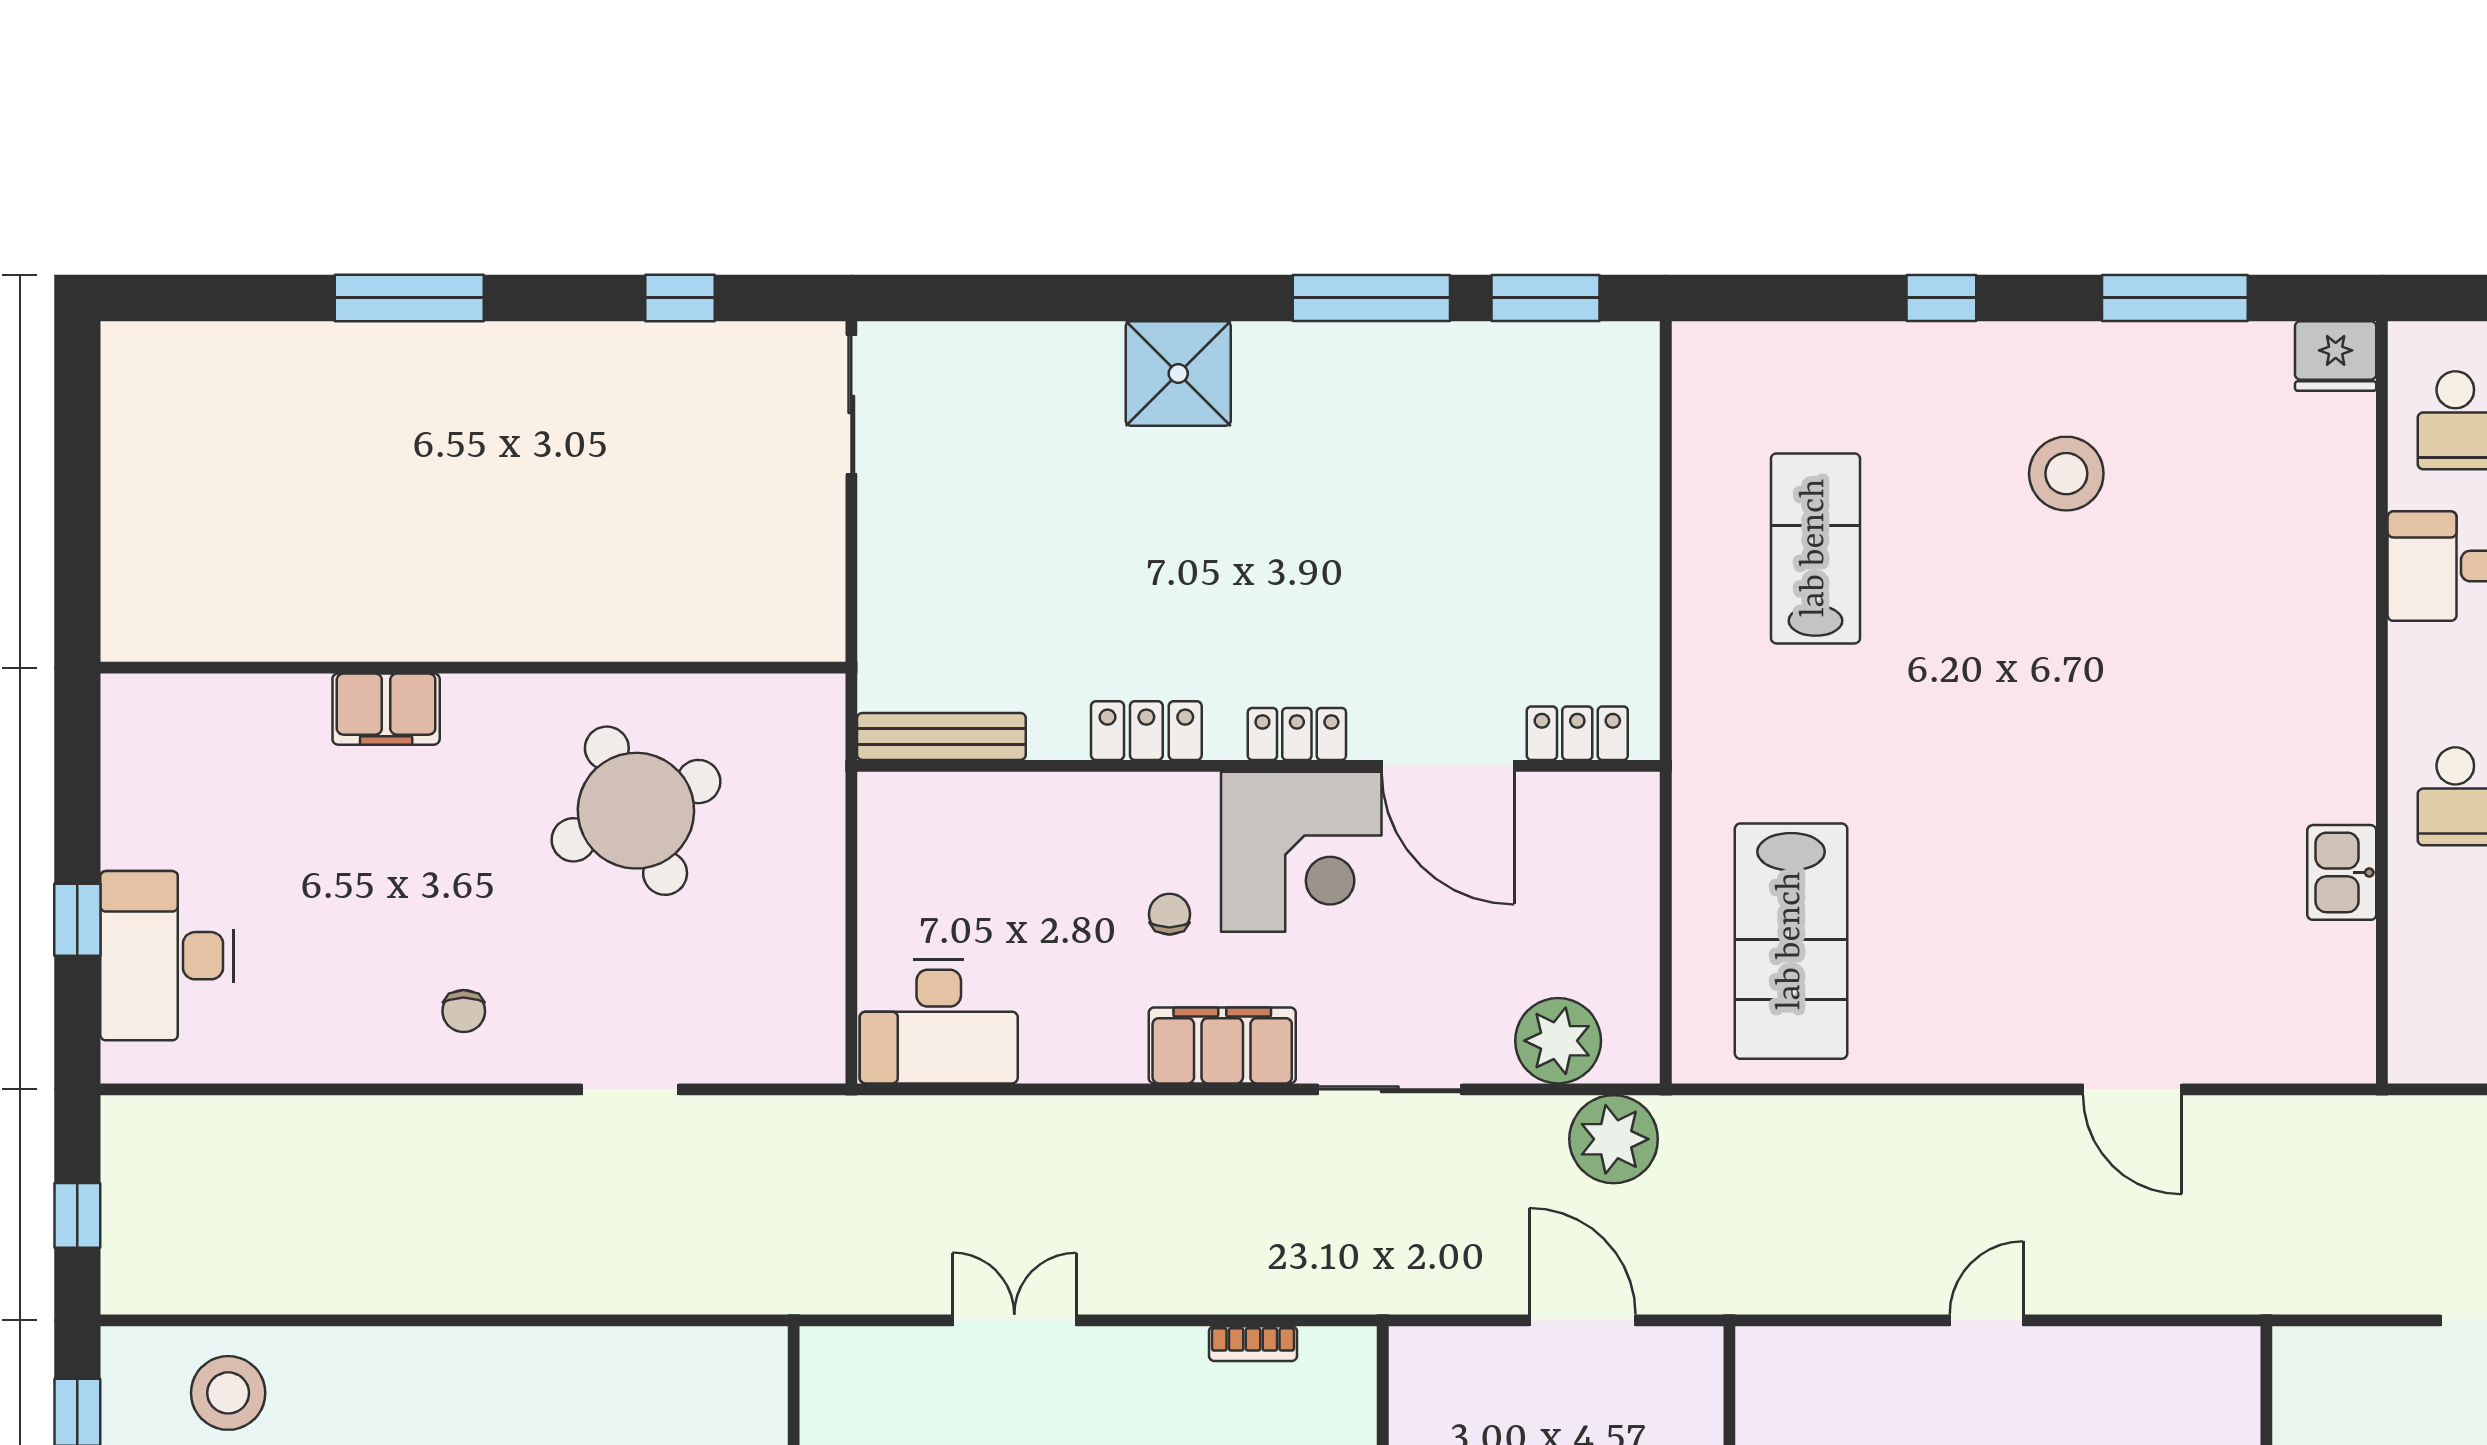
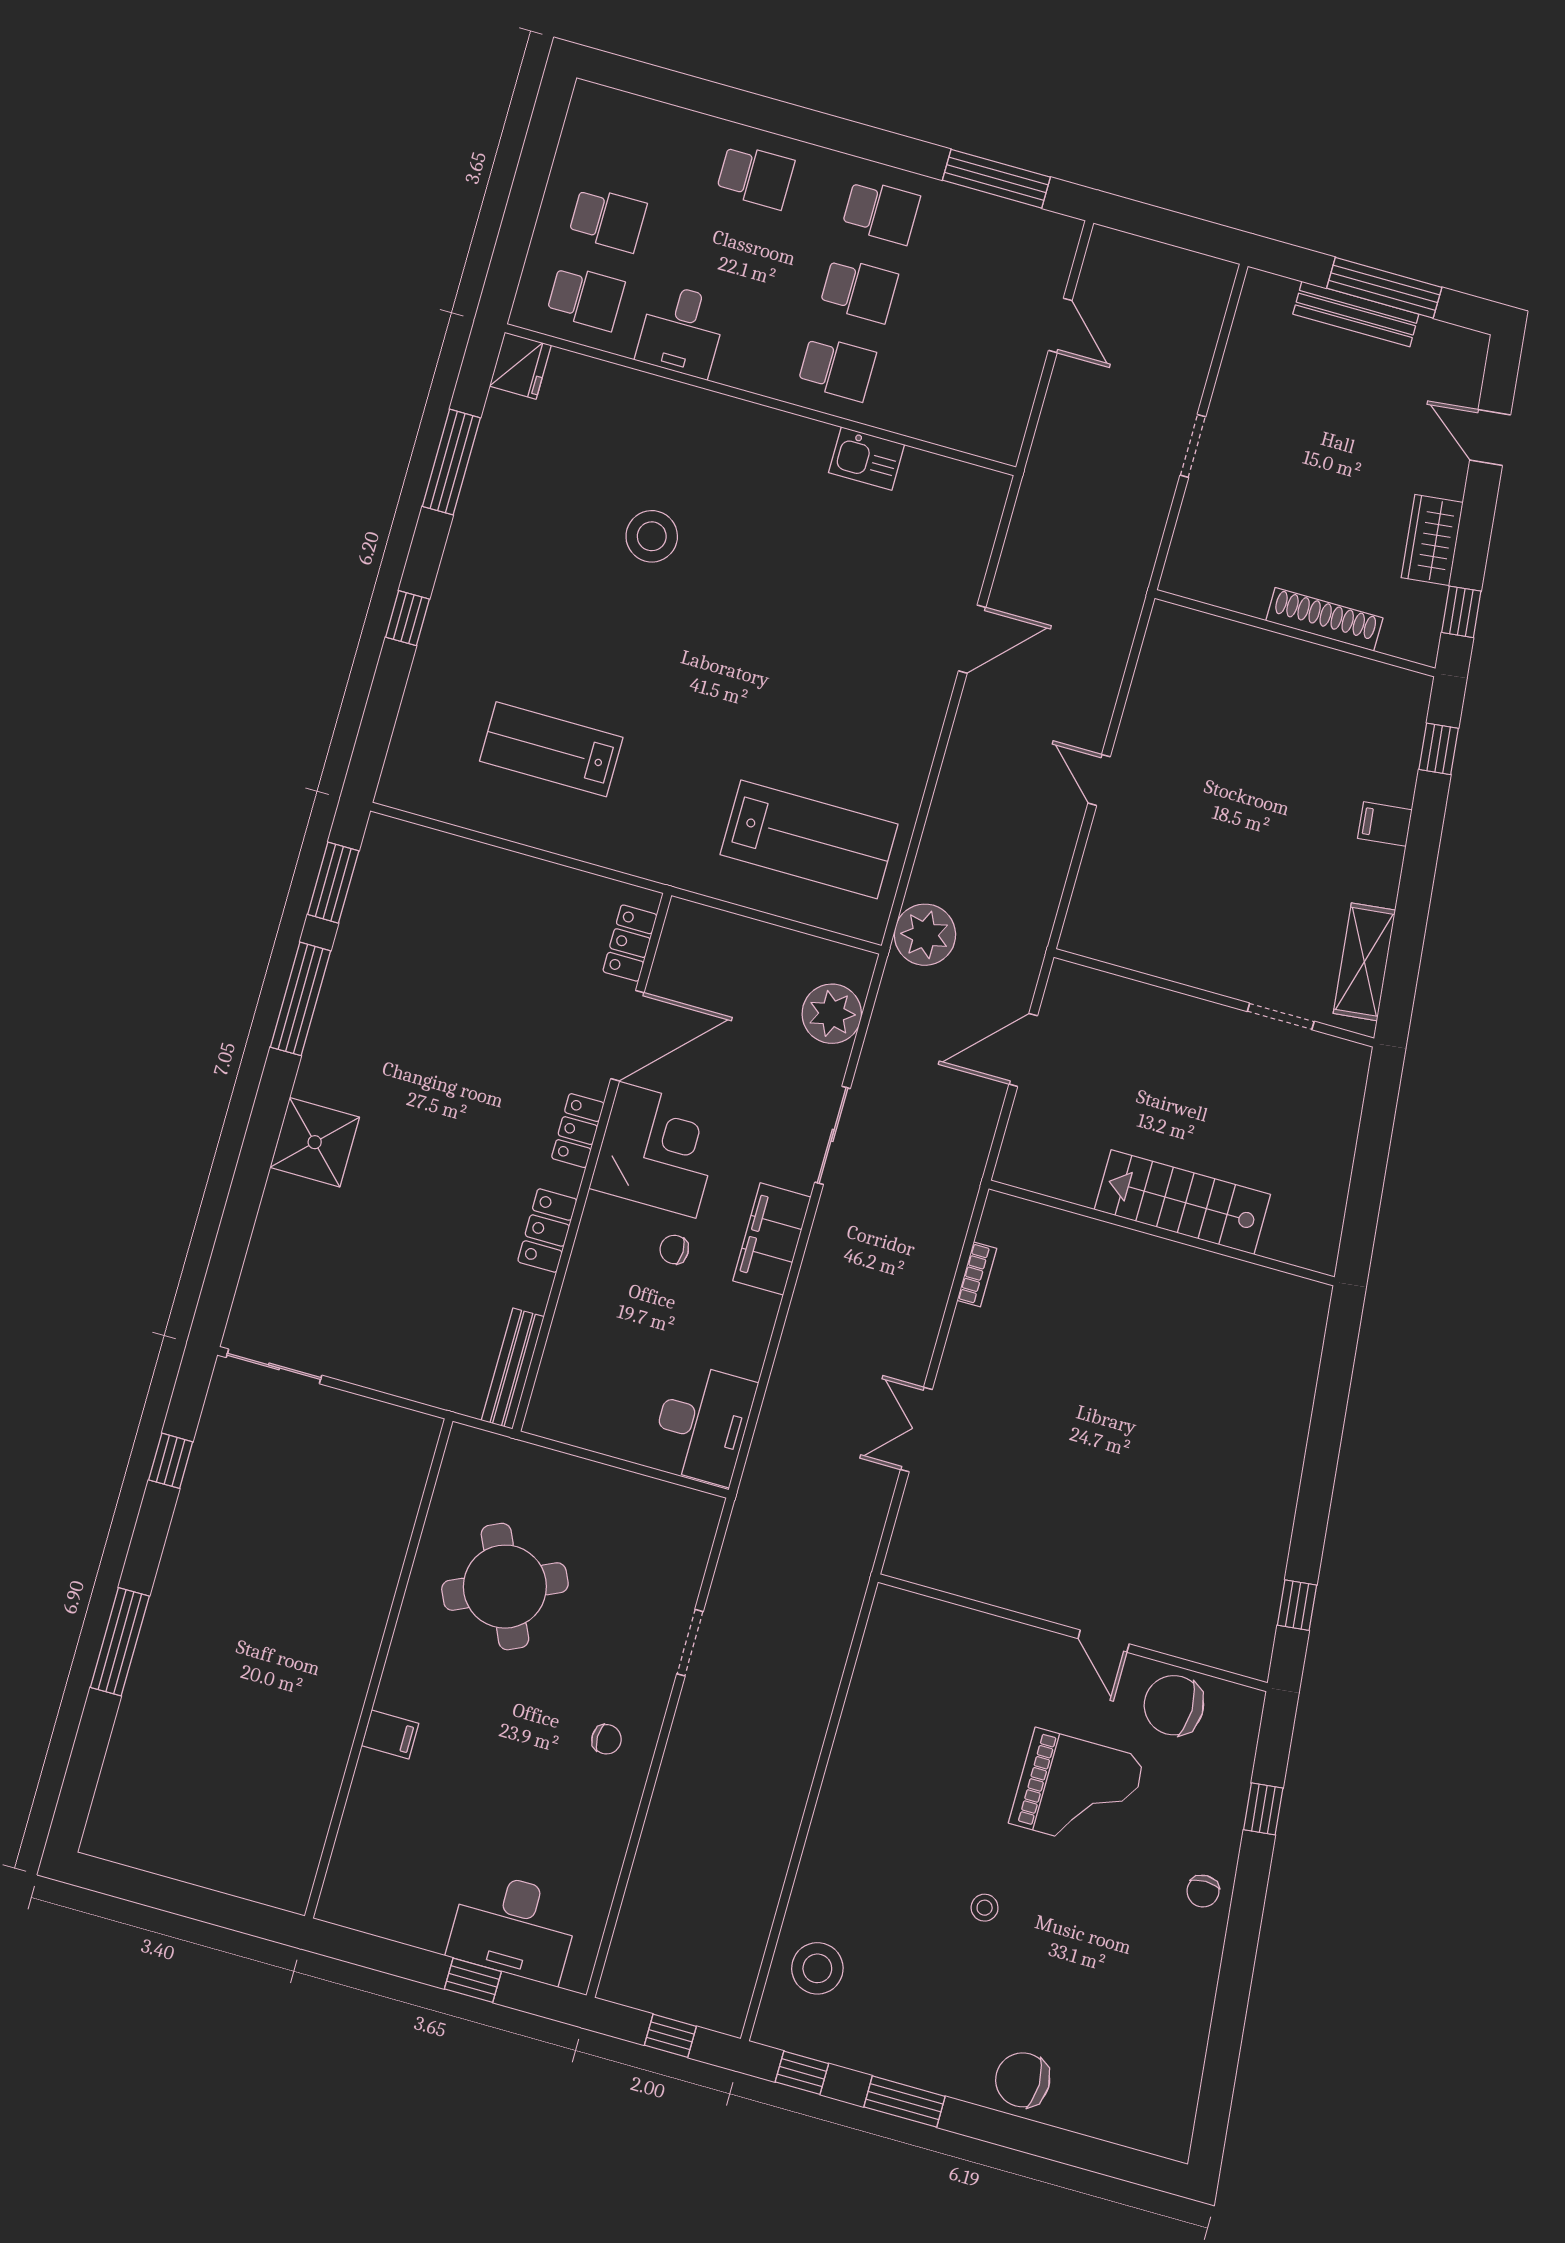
stool: (2066, 474) -> (652, 536), moved
filing cabinet: (386, 709) -> (390, 1734), width x0.50
plant: (1614, 1139) -> (925, 935), moved

